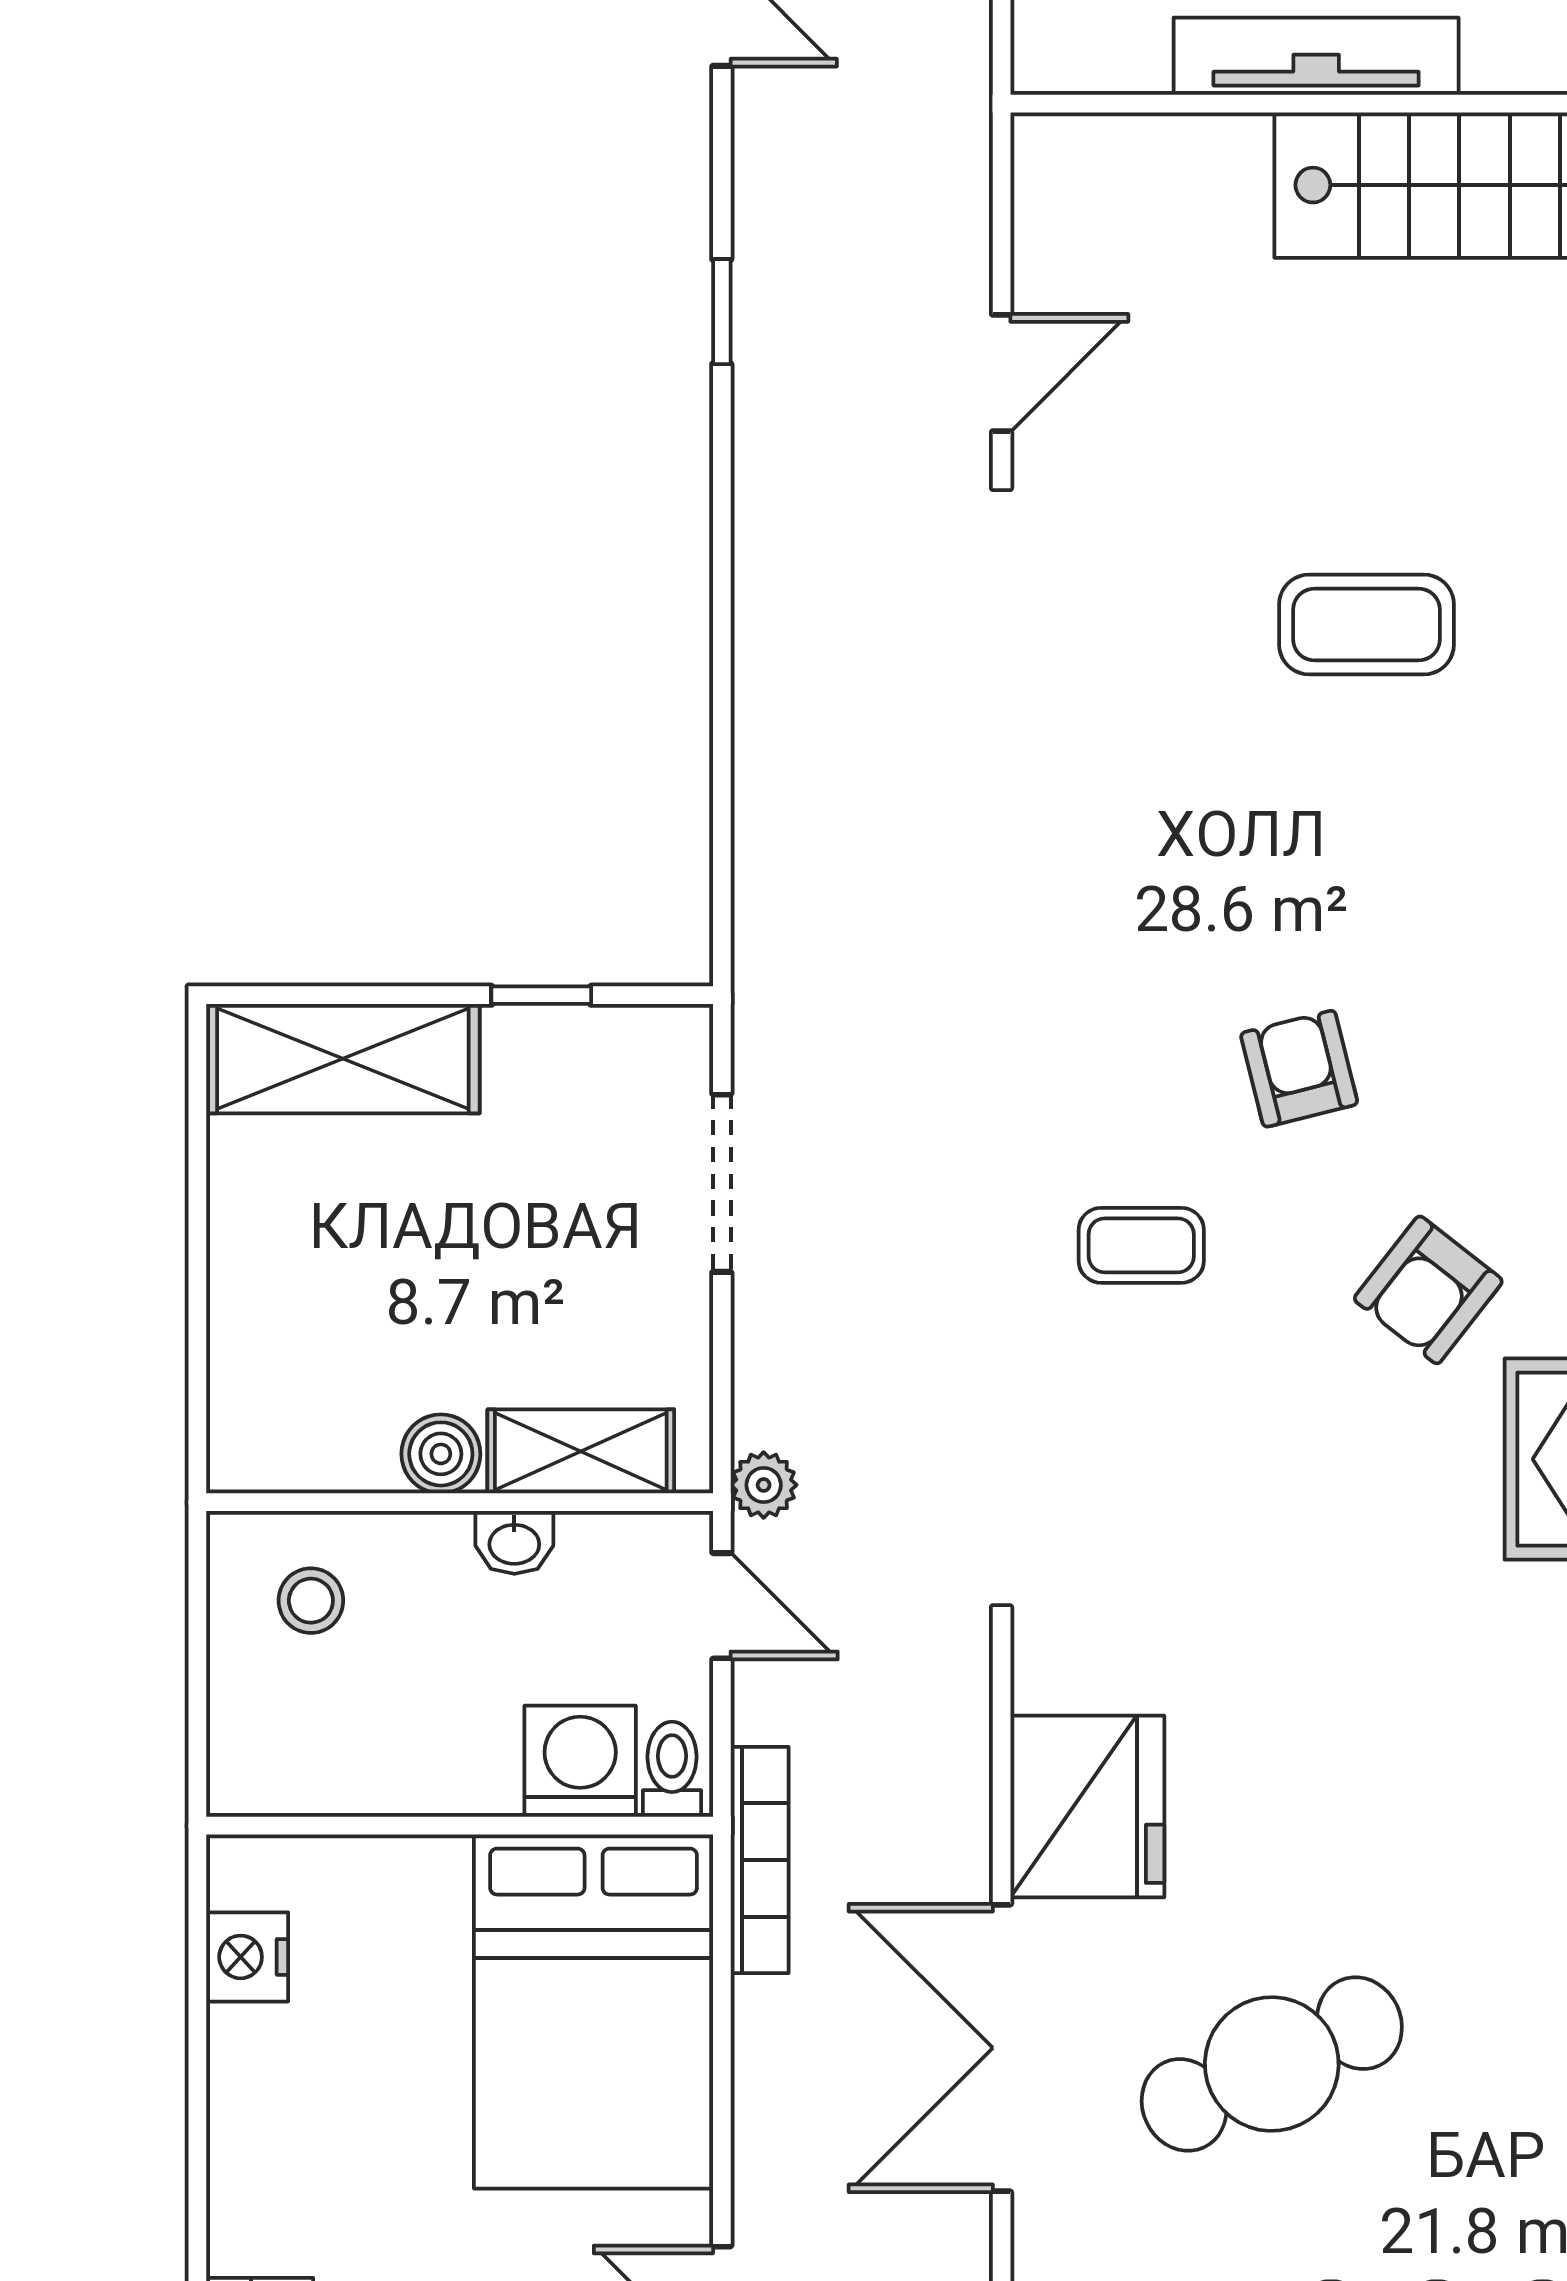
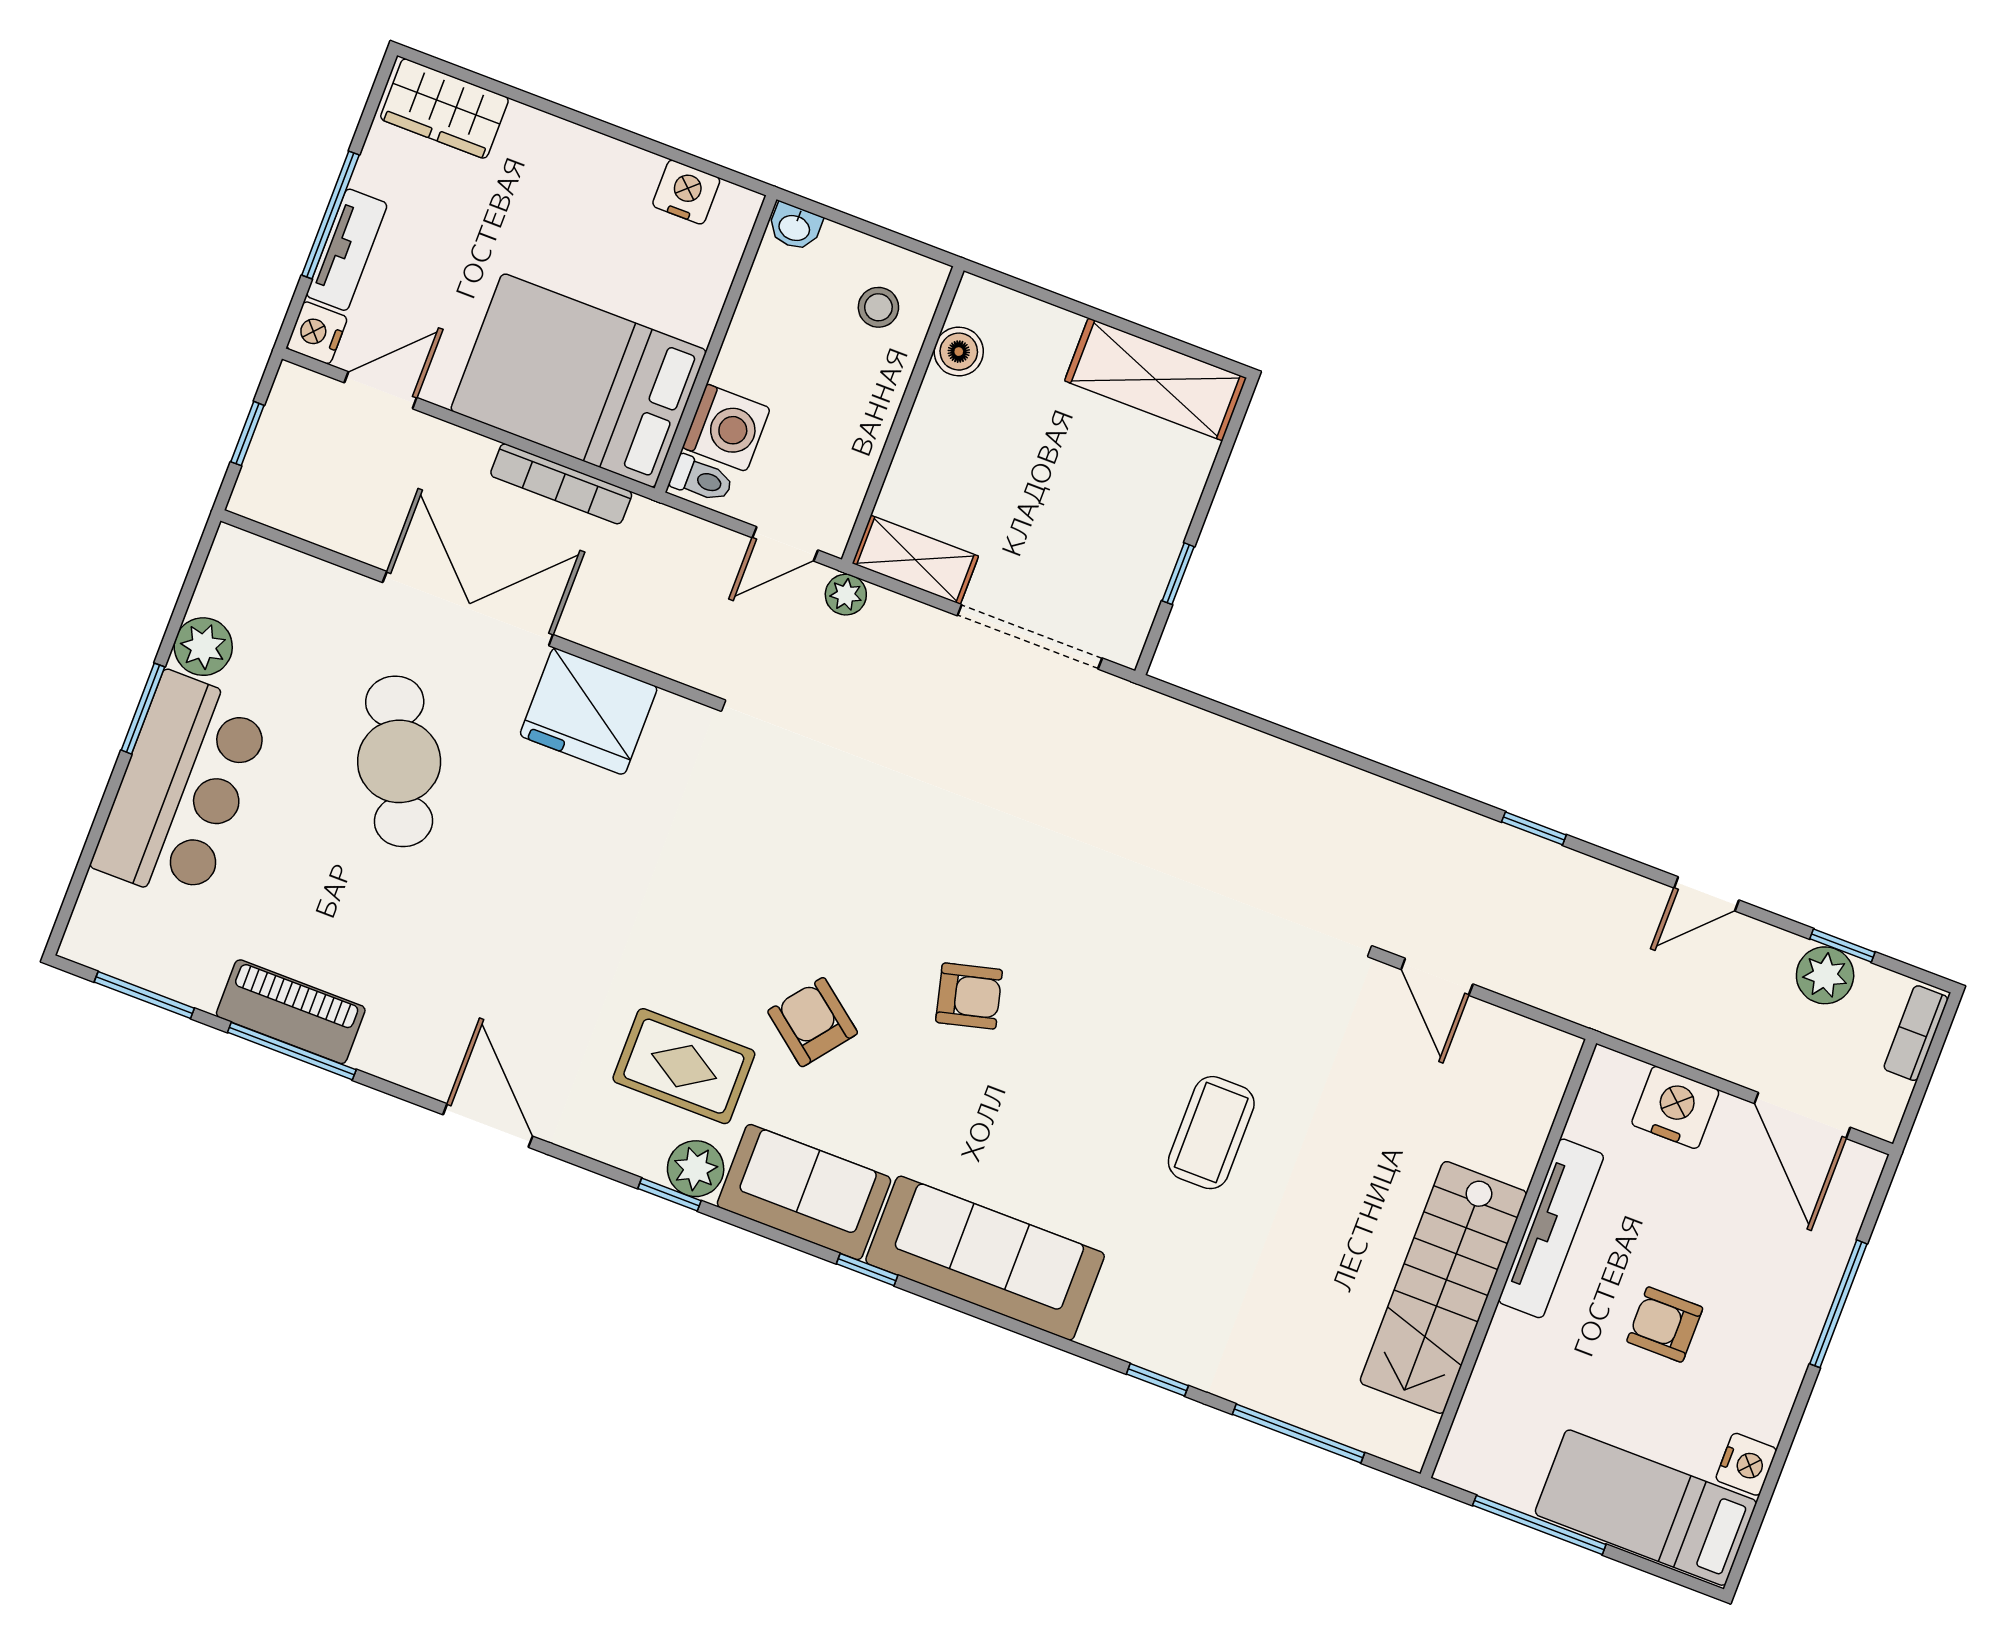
shelving: (343, 1059) -> (1156, 379), moved, turned 90
doorway: (722, 1183) -> (1030, 637), width x1.36
coffee table: (1141, 1245) -> (902, 866), removed
shelving: (581, 1451) -> (915, 560), moved, turned 90
boiler: (441, 1454) -> (959, 352), moved
washbasin: (514, 1542) -> (795, 227), moved, turned -90
bookcase: (760, 1860) -> (561, 484), moved

